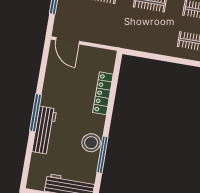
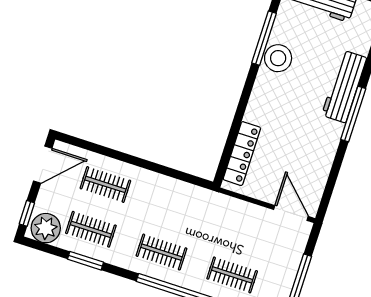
locker: (103, 93) -> (242, 154), moved

